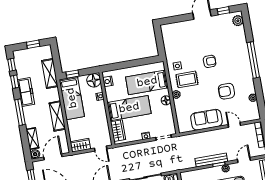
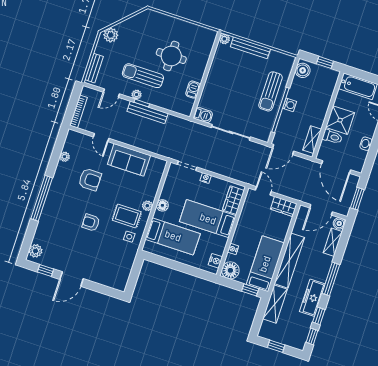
shelving: (57, 116) -> (289, 261), width x1.47

